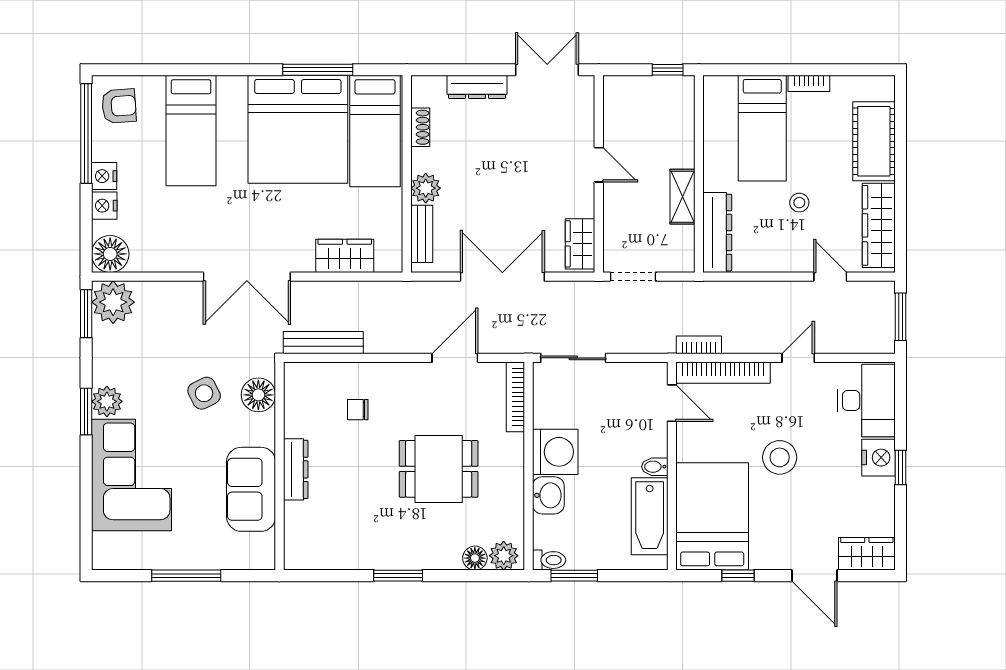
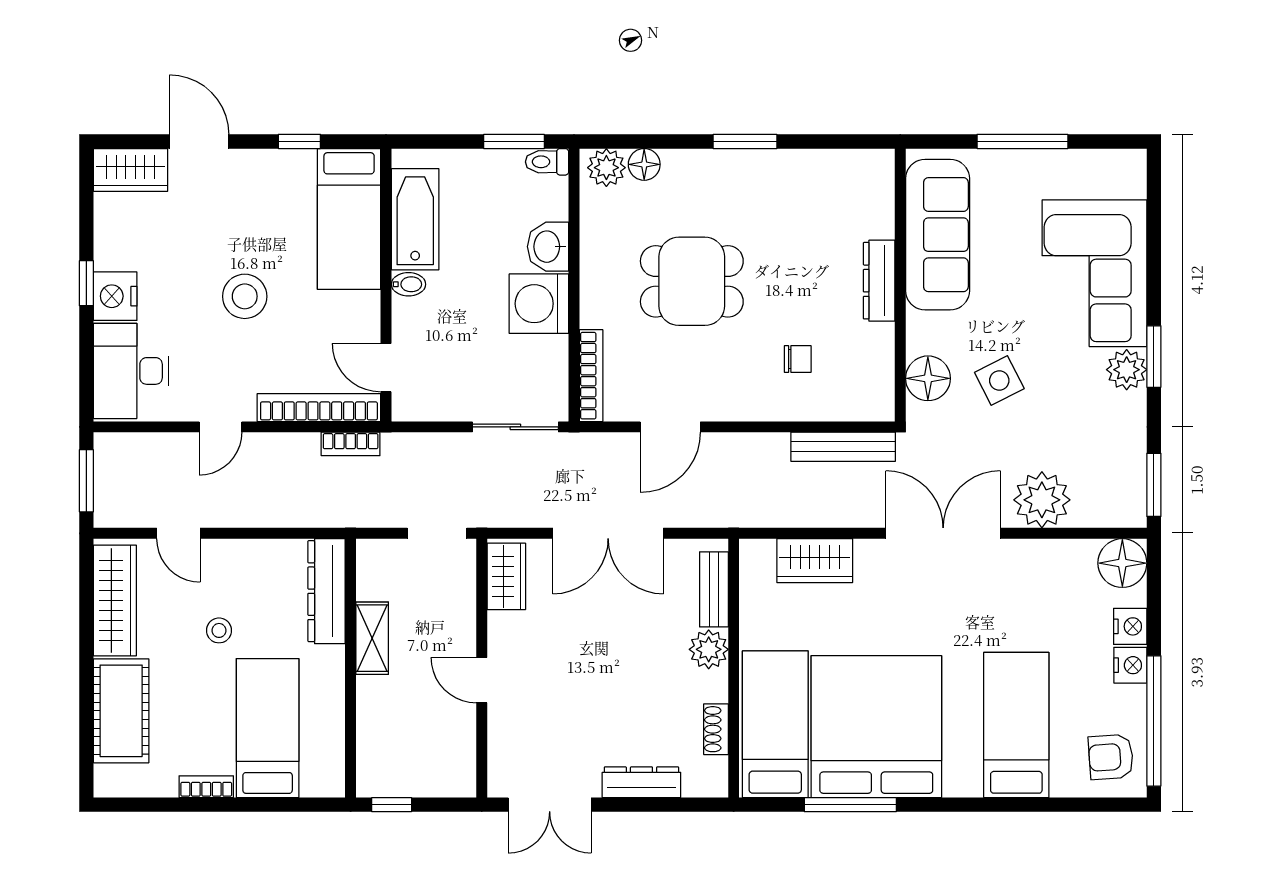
plant: (113, 302) -> (1042, 500), moved
sofa: (251, 489) -> (938, 235), width x1.36
bed: (712, 516) -> (349, 219), width x0.67

